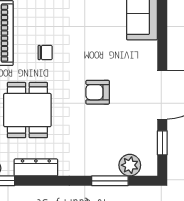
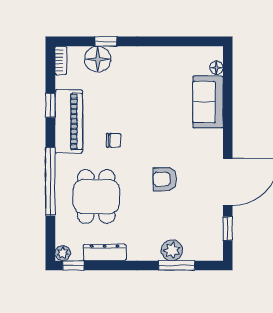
plant: (130, 165) -> (172, 250), moved

